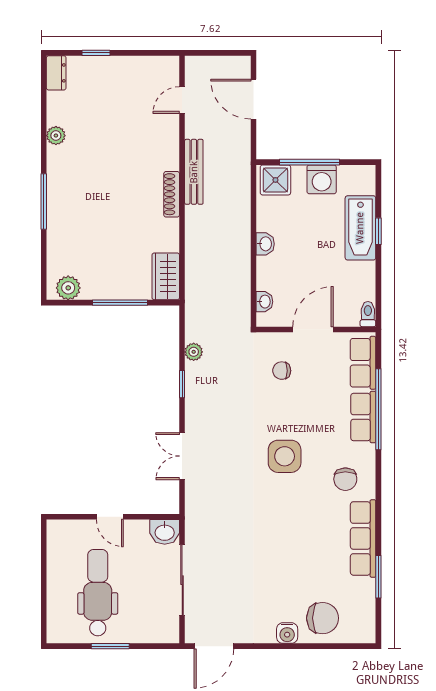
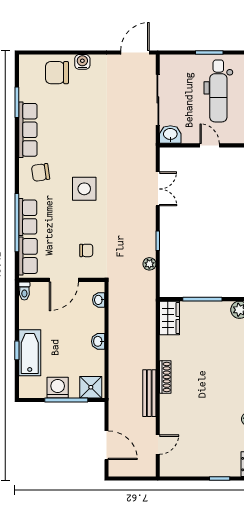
chair: (345, 479) -> (41, 172), turned -98

